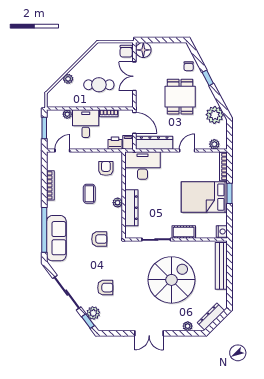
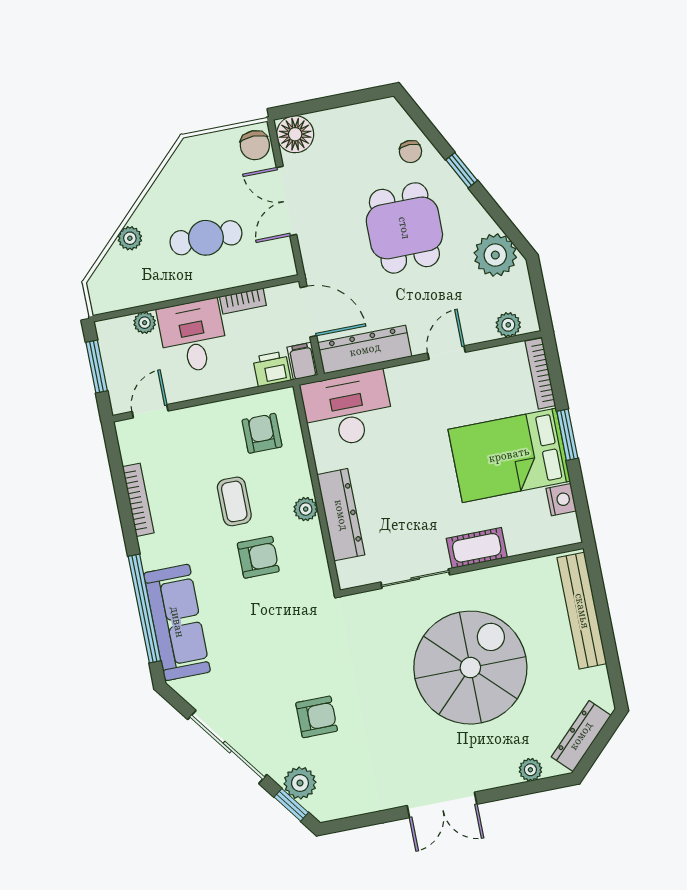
nightstand: (222, 231) -> (561, 500), moved
armchair: (99, 239) -> (258, 557), moved

